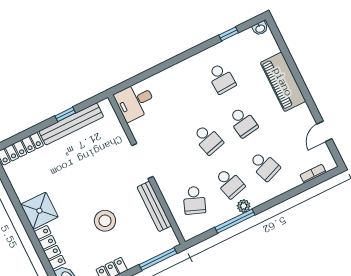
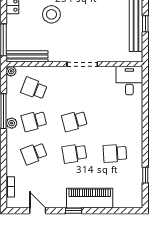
washbasin: (260, 28) -> (138, 201), removed
window: (305, 92) -> (74, 211), added
bench: (154, 206) -> (27, 56), moved
plant: (188, 234) -> (11, 71), added

